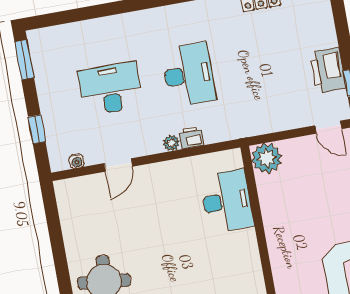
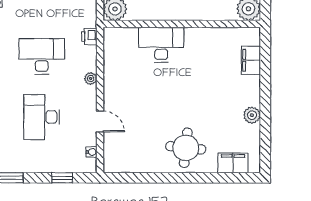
printer: (191, 137) -> (89, 36), moved
desk: (227, 201) -> (161, 45), moved

